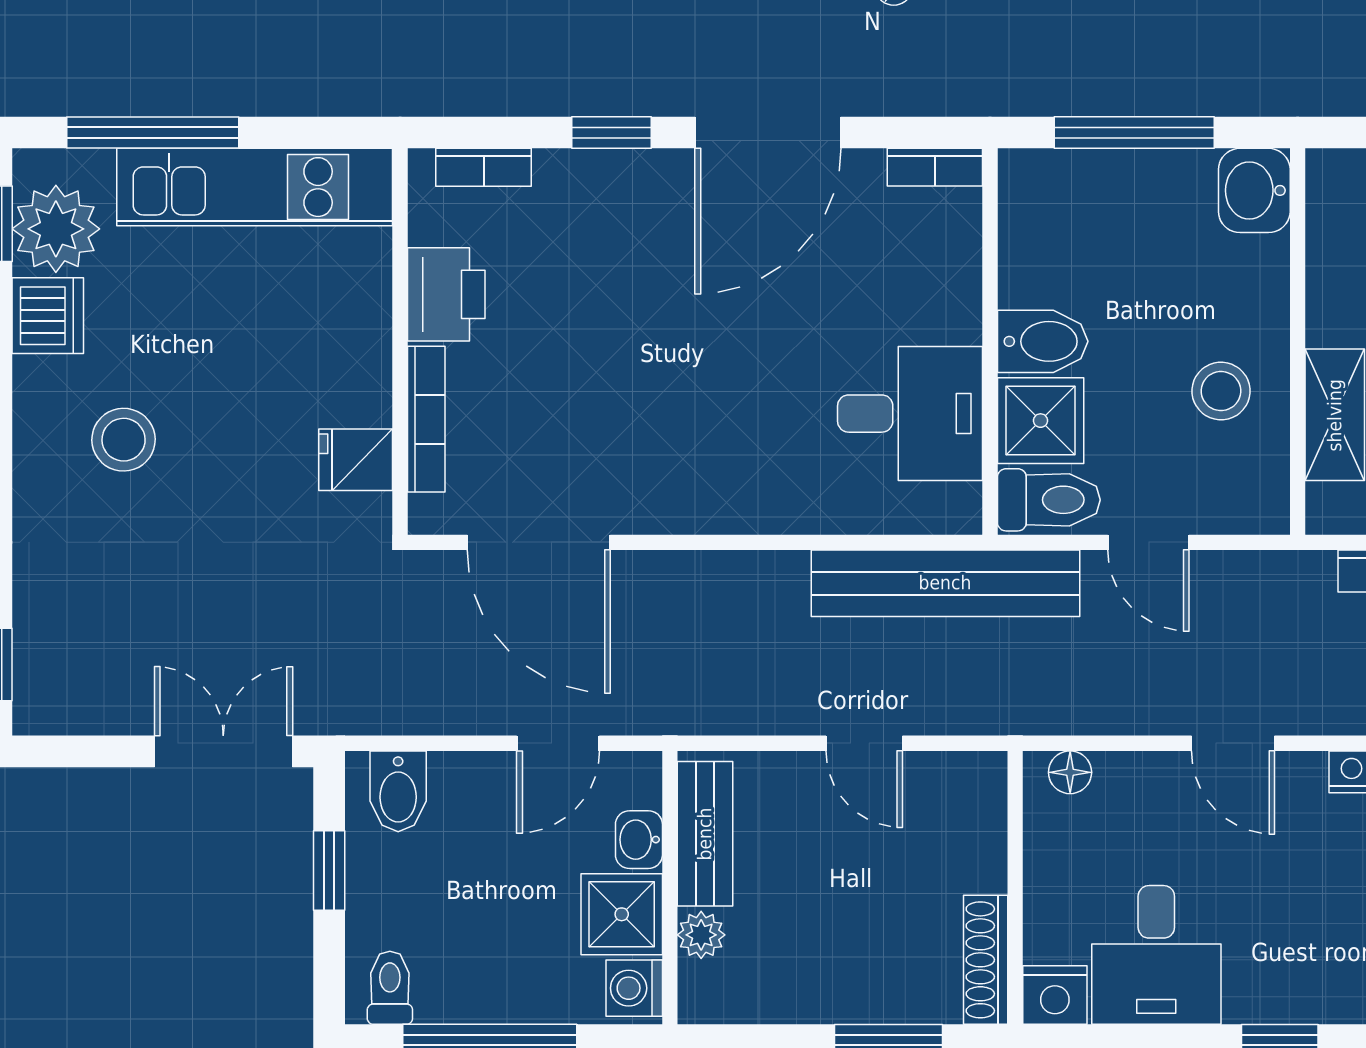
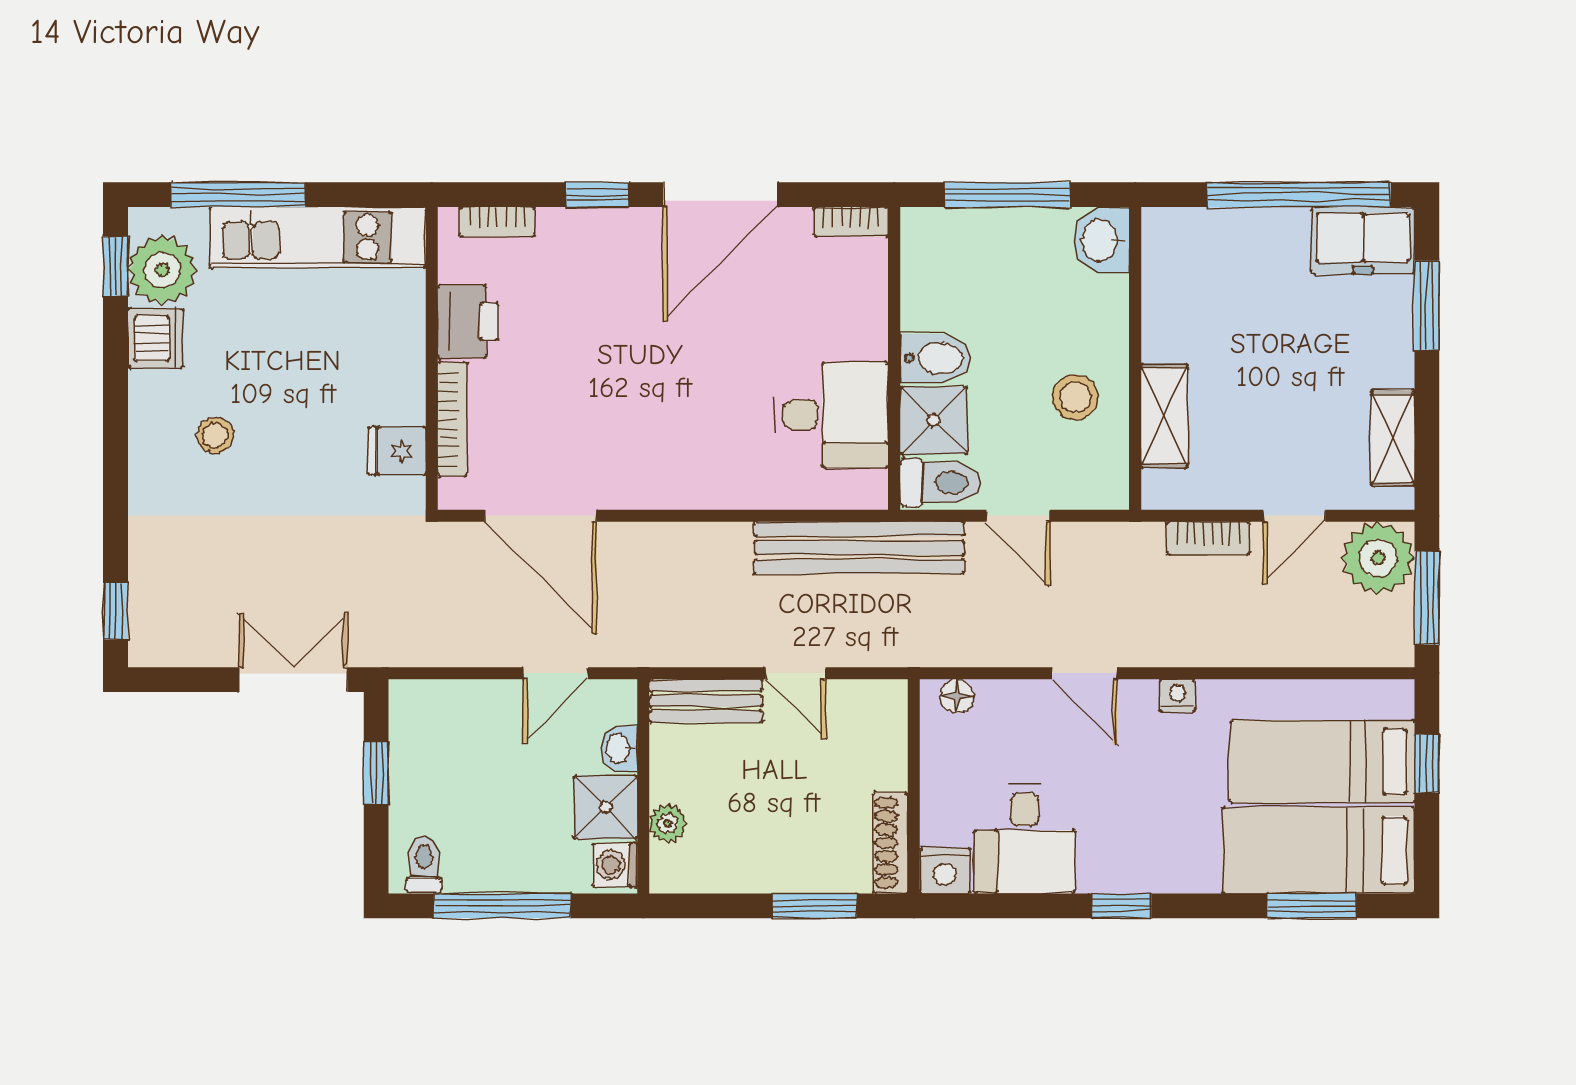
stool: (124, 440) -> (215, 435), width x0.73, depth x0.73
bidet: (398, 791) -> (430, 711), removed
bench: (705, 834) -> (706, 701), moved, turned 90

